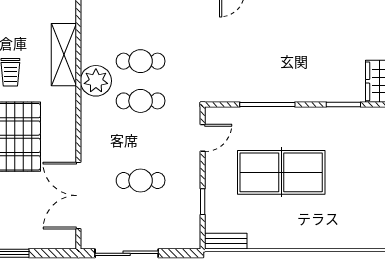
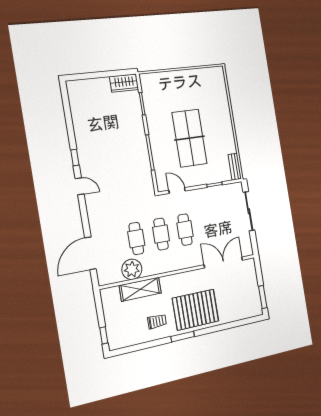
plant: (96, 81) -> (132, 269), moved
cafe table: (141, 180) -> (185, 230), moved
double door: (78, 196) -> (223, 262), swing flipped
sliding door: (127, 253) -> (249, 211), moved

